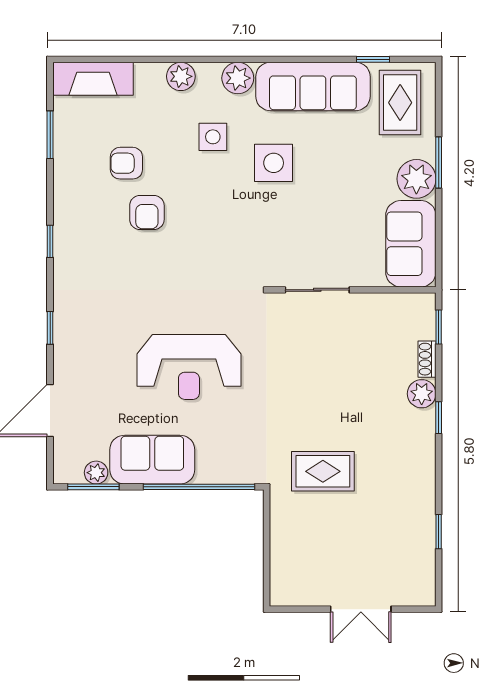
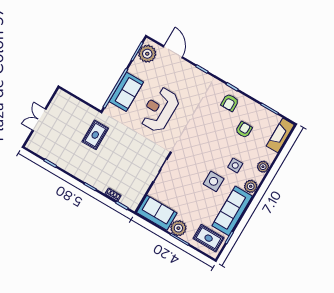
armchair: (147, 212) -> (230, 103), moved, turned -90
plant: (422, 394) -> (102, 186), removed
sofa: (152, 460) -> (126, 92), moved
plant: (96, 473) -> (147, 54), width x1.88, depth x1.88

